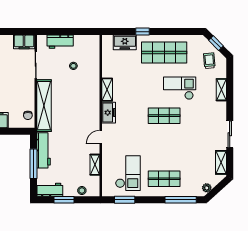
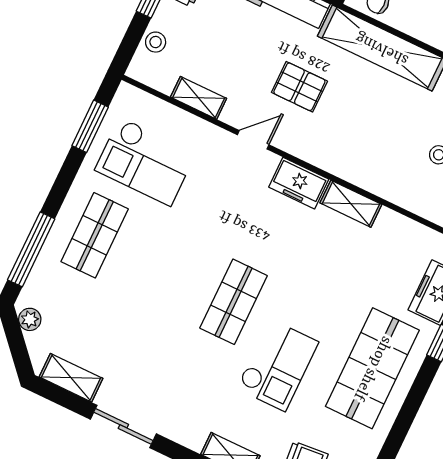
pallet: (73, 129) -> (299, 87), added
door: (101, 137) -> (253, 140), hinge flipped

